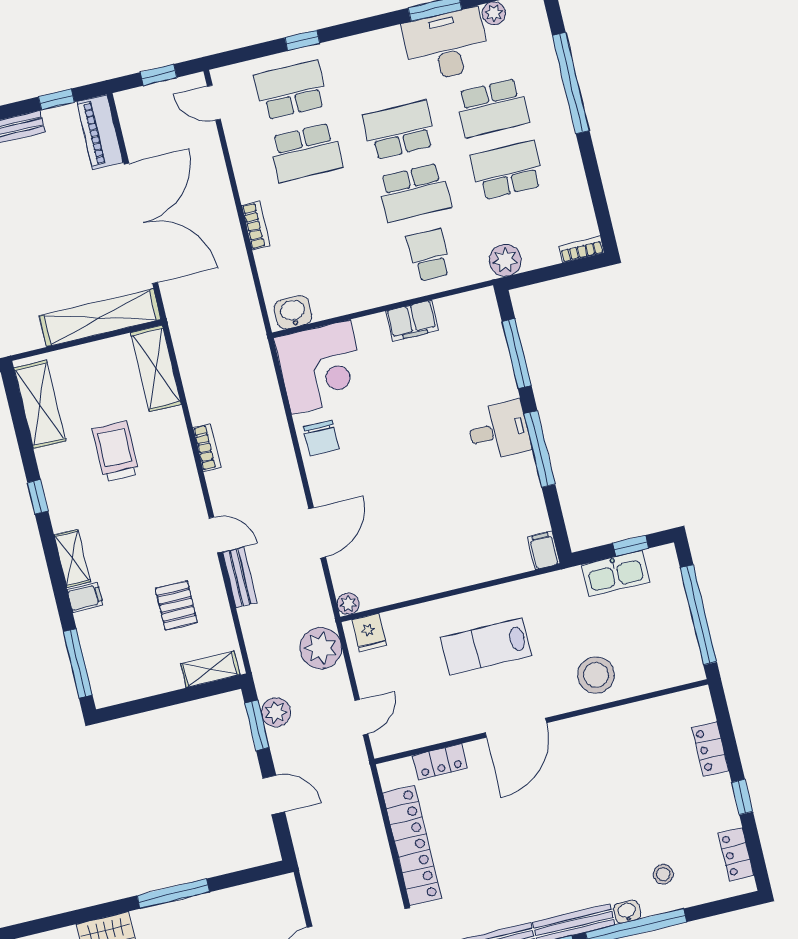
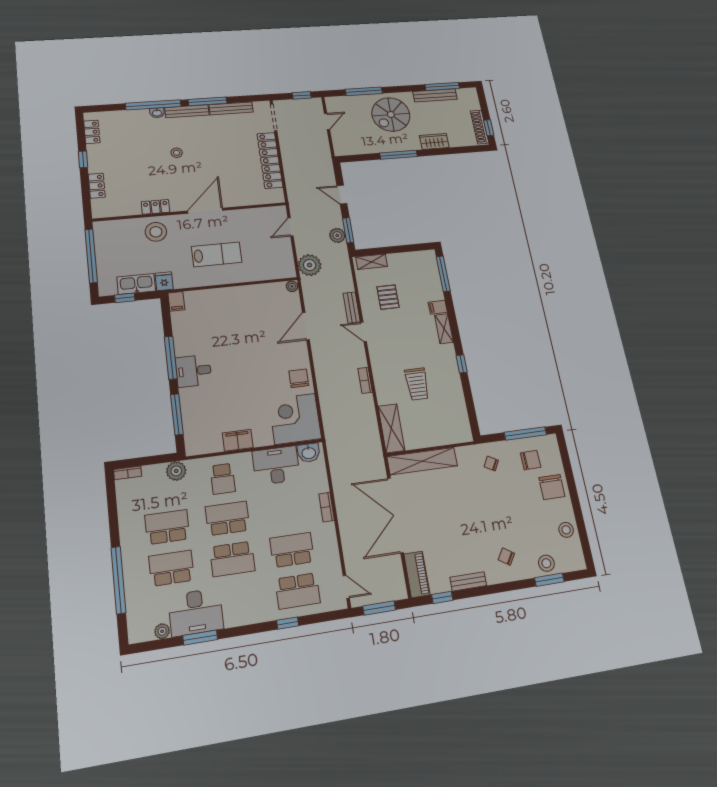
window: (159, 75) -> (379, 608), width x1.50
school desk: (507, 170) -> (167, 527), turned 180
desk: (345, 285) -> (276, 465), added
shelving: (40, 404) -> (459, 415), removed
fridge: (369, 633) -> (164, 281), moved
locker: (440, 762) -> (155, 207), moved
stool: (663, 874) -> (177, 153), moved

